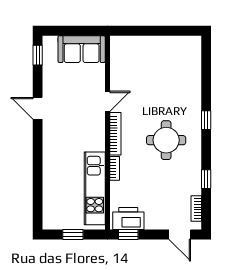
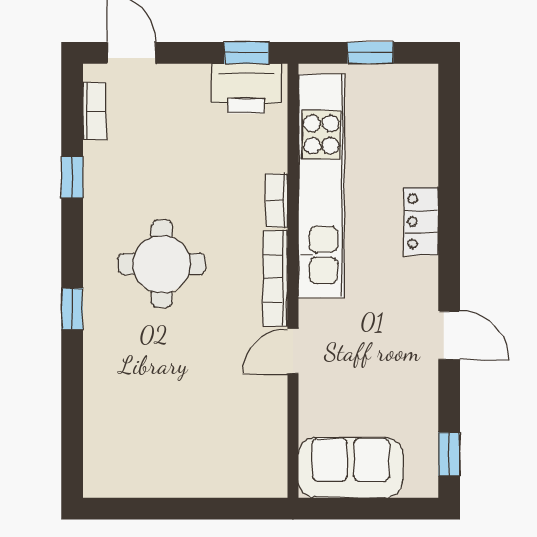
locker: (50, 159) -> (421, 221), added
kitchen unit: (95, 188) -> (321, 186), width x1.36

